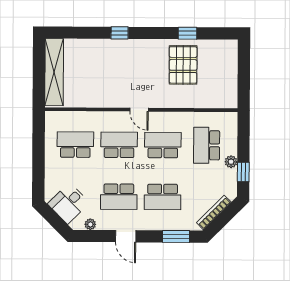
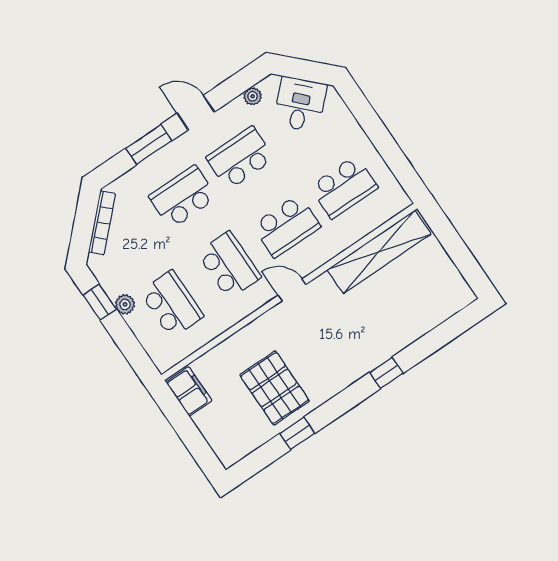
shelving: (54, 72) -> (379, 252), moved, turned 90
filing cabinet: (229, 94) -> (189, 391), added
school desk: (163, 145) -> (229, 265), turned -90
window: (176, 236) -> (149, 144), moved

